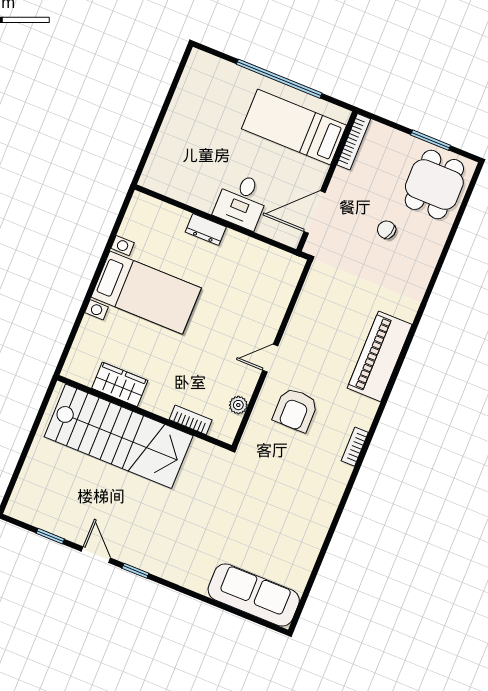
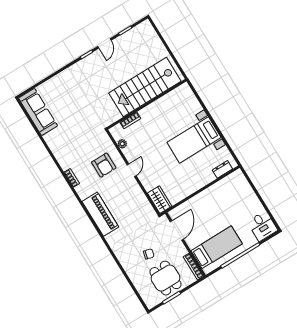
dining table: (434, 184) -> (166, 278), moved
desk: (242, 201) -> (262, 226), moved, turned 180
dresser: (206, 229) -> (222, 169), moved
wardrobe: (120, 384) -> (160, 200), moved, turned -90
armchair: (295, 410) -> (104, 165), turned 180
door: (96, 555) -> (104, 43), hinge flipped
sofa: (254, 595) -> (38, 112), moved, turned -90

